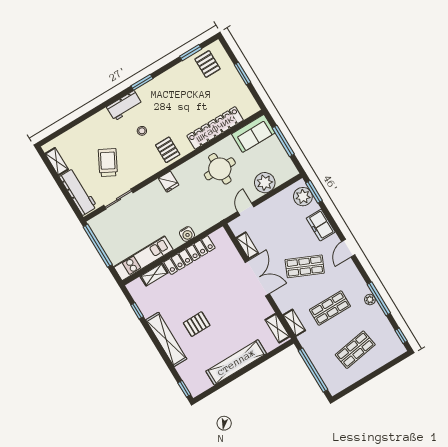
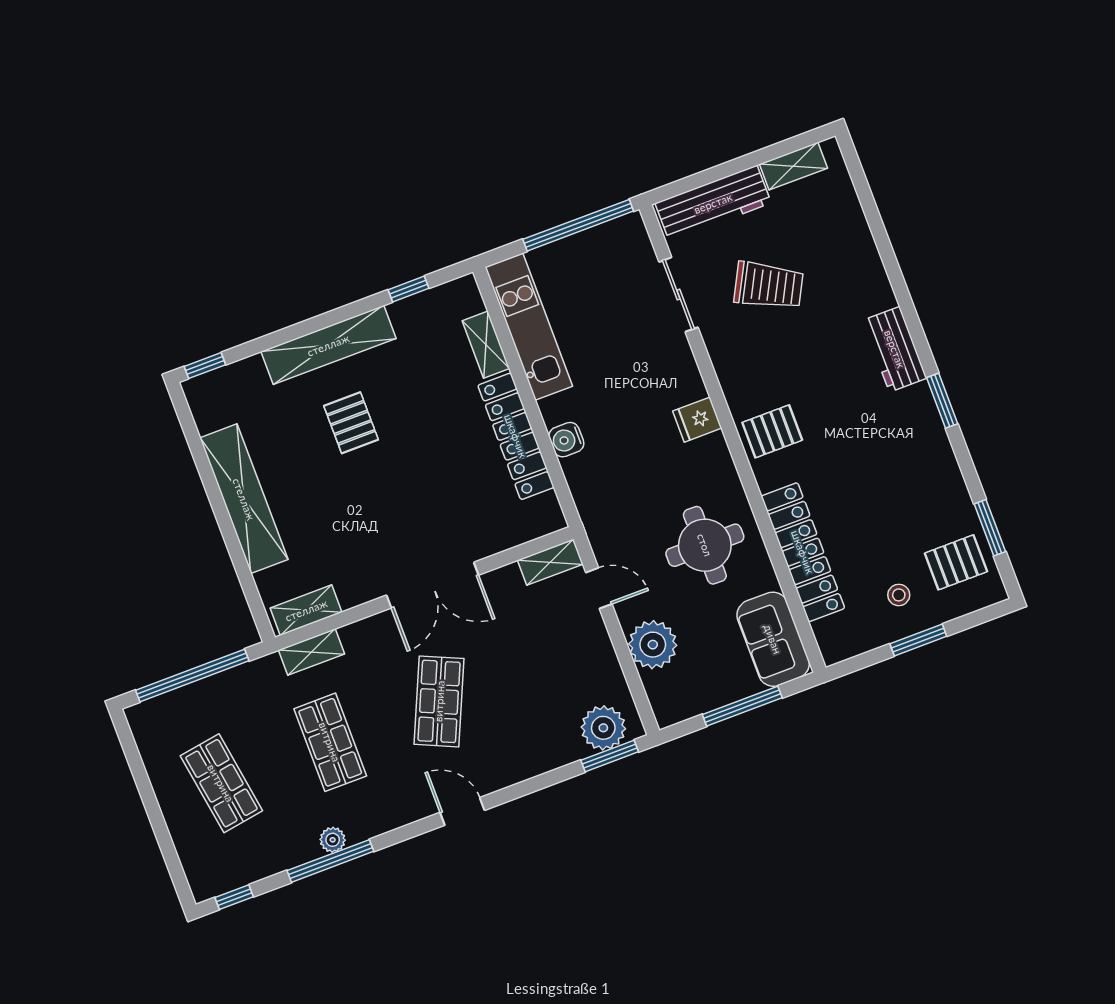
stool: (142, 131) -> (899, 595), moved
freezer: (321, 225) -> (529, 757), removed
shelving: (247, 245) -> (550, 562), moved

